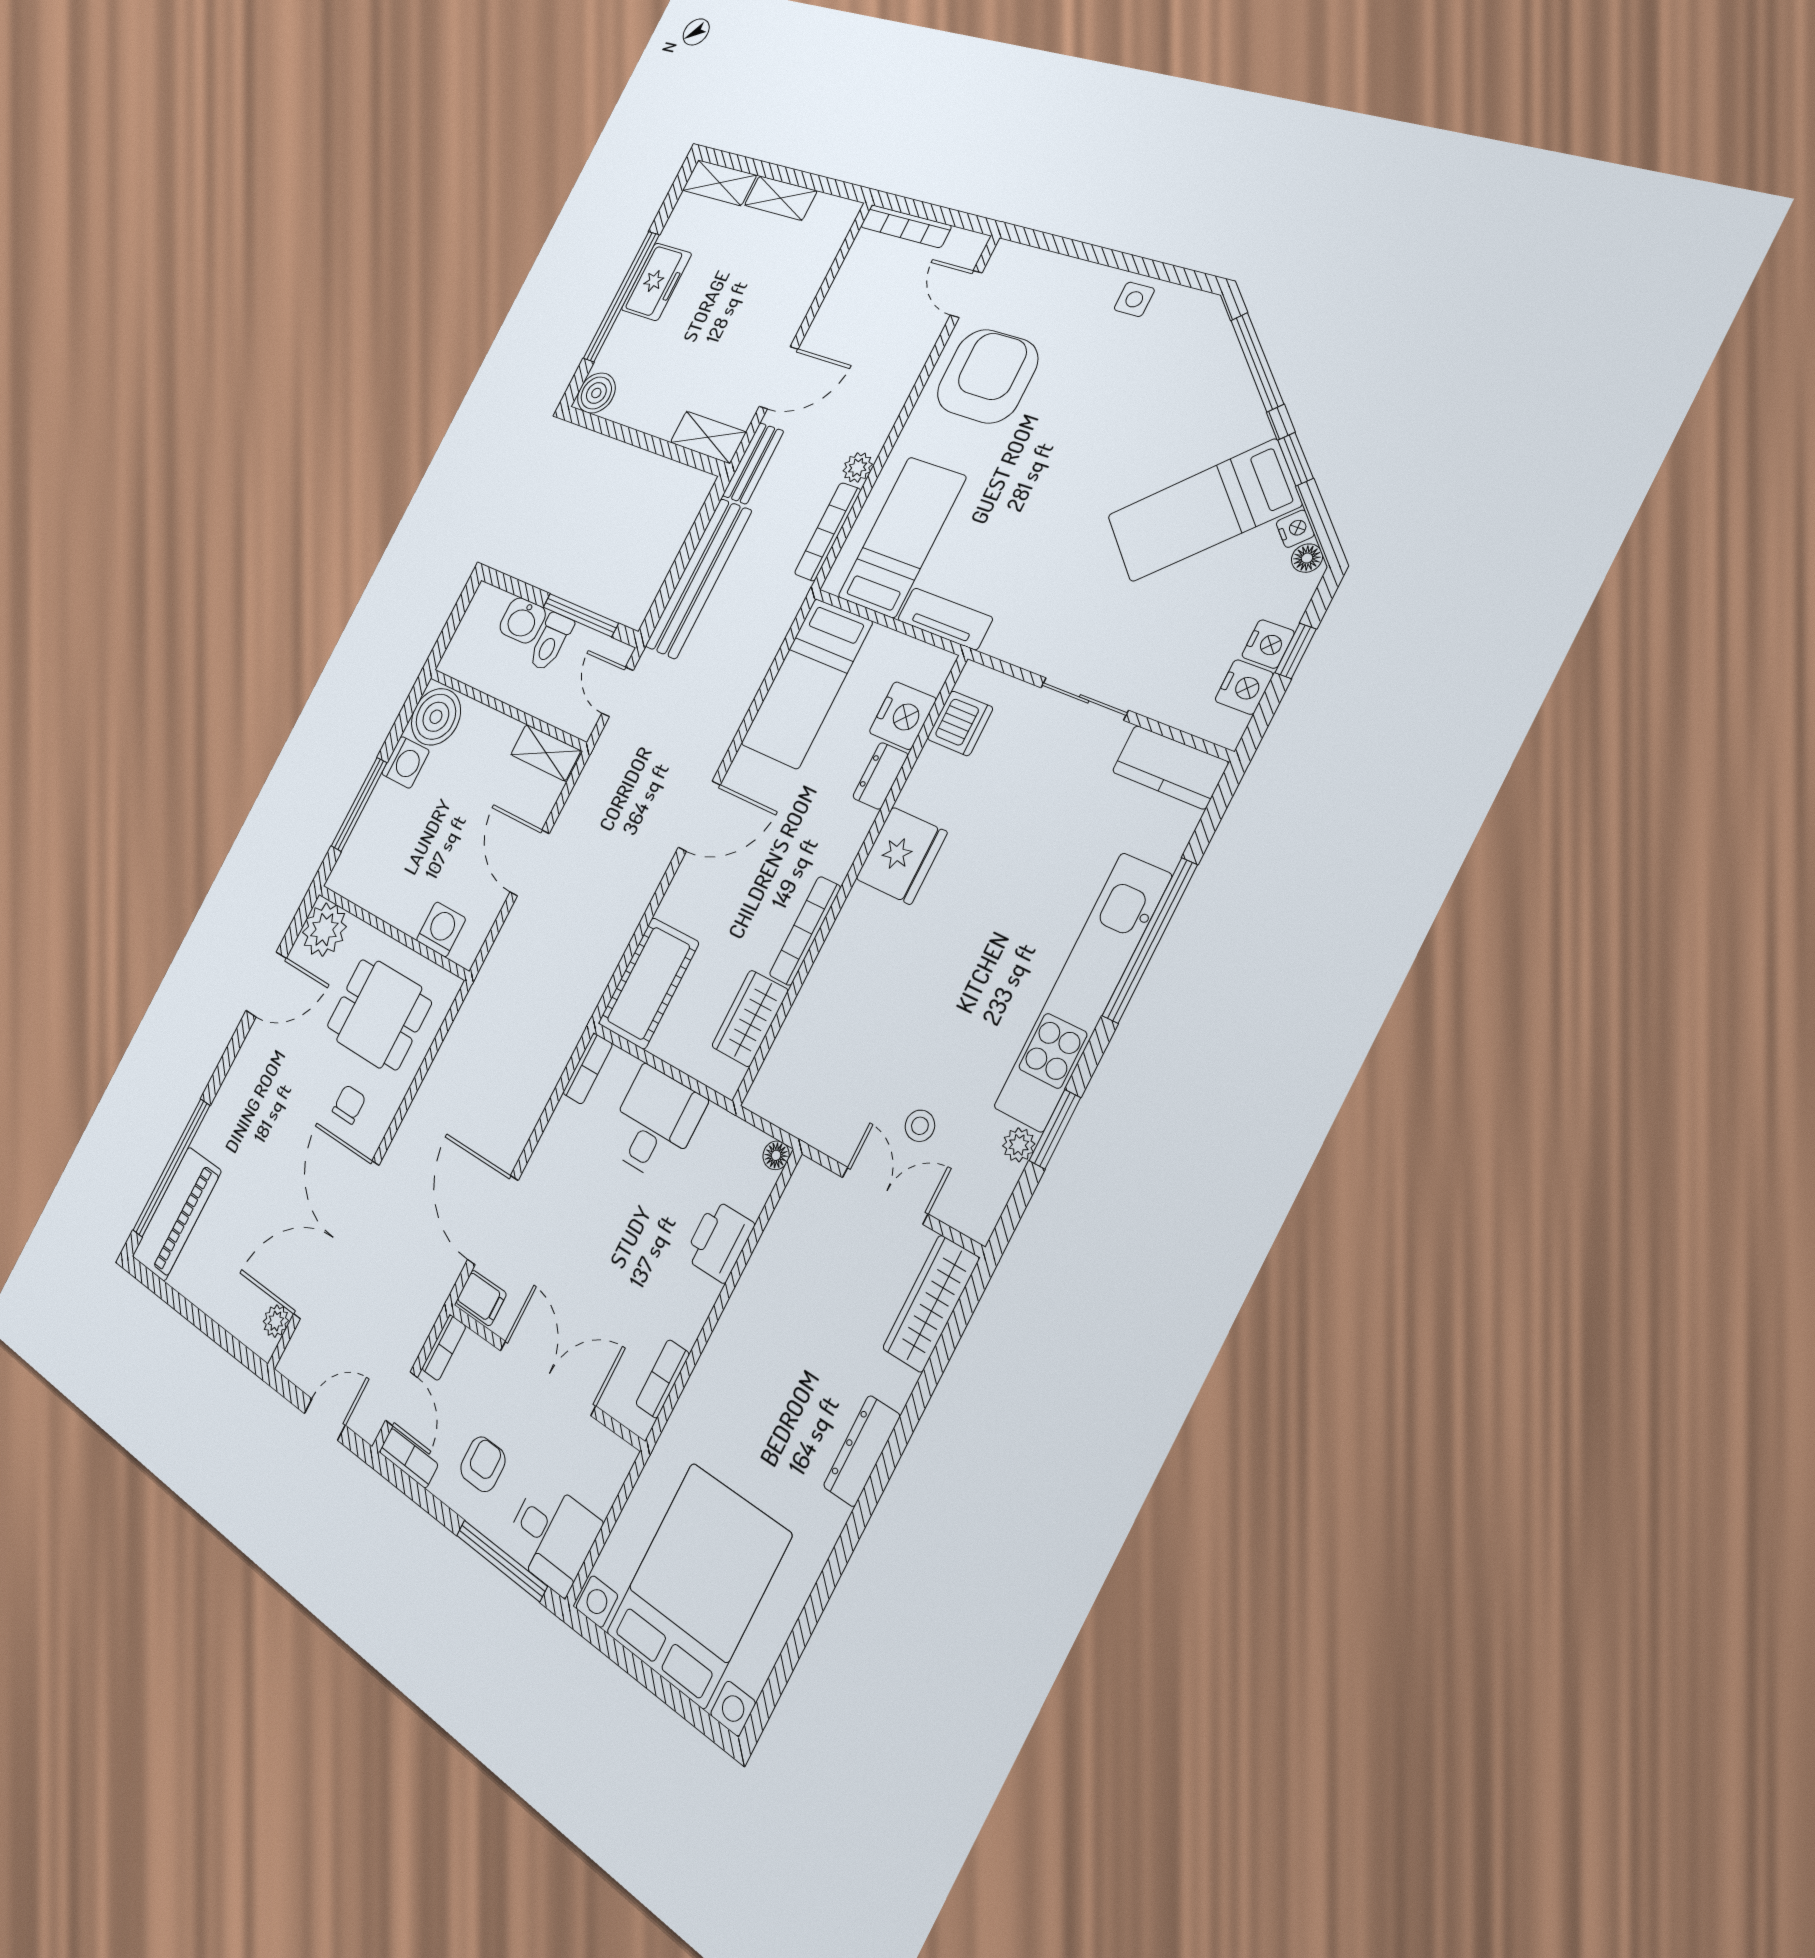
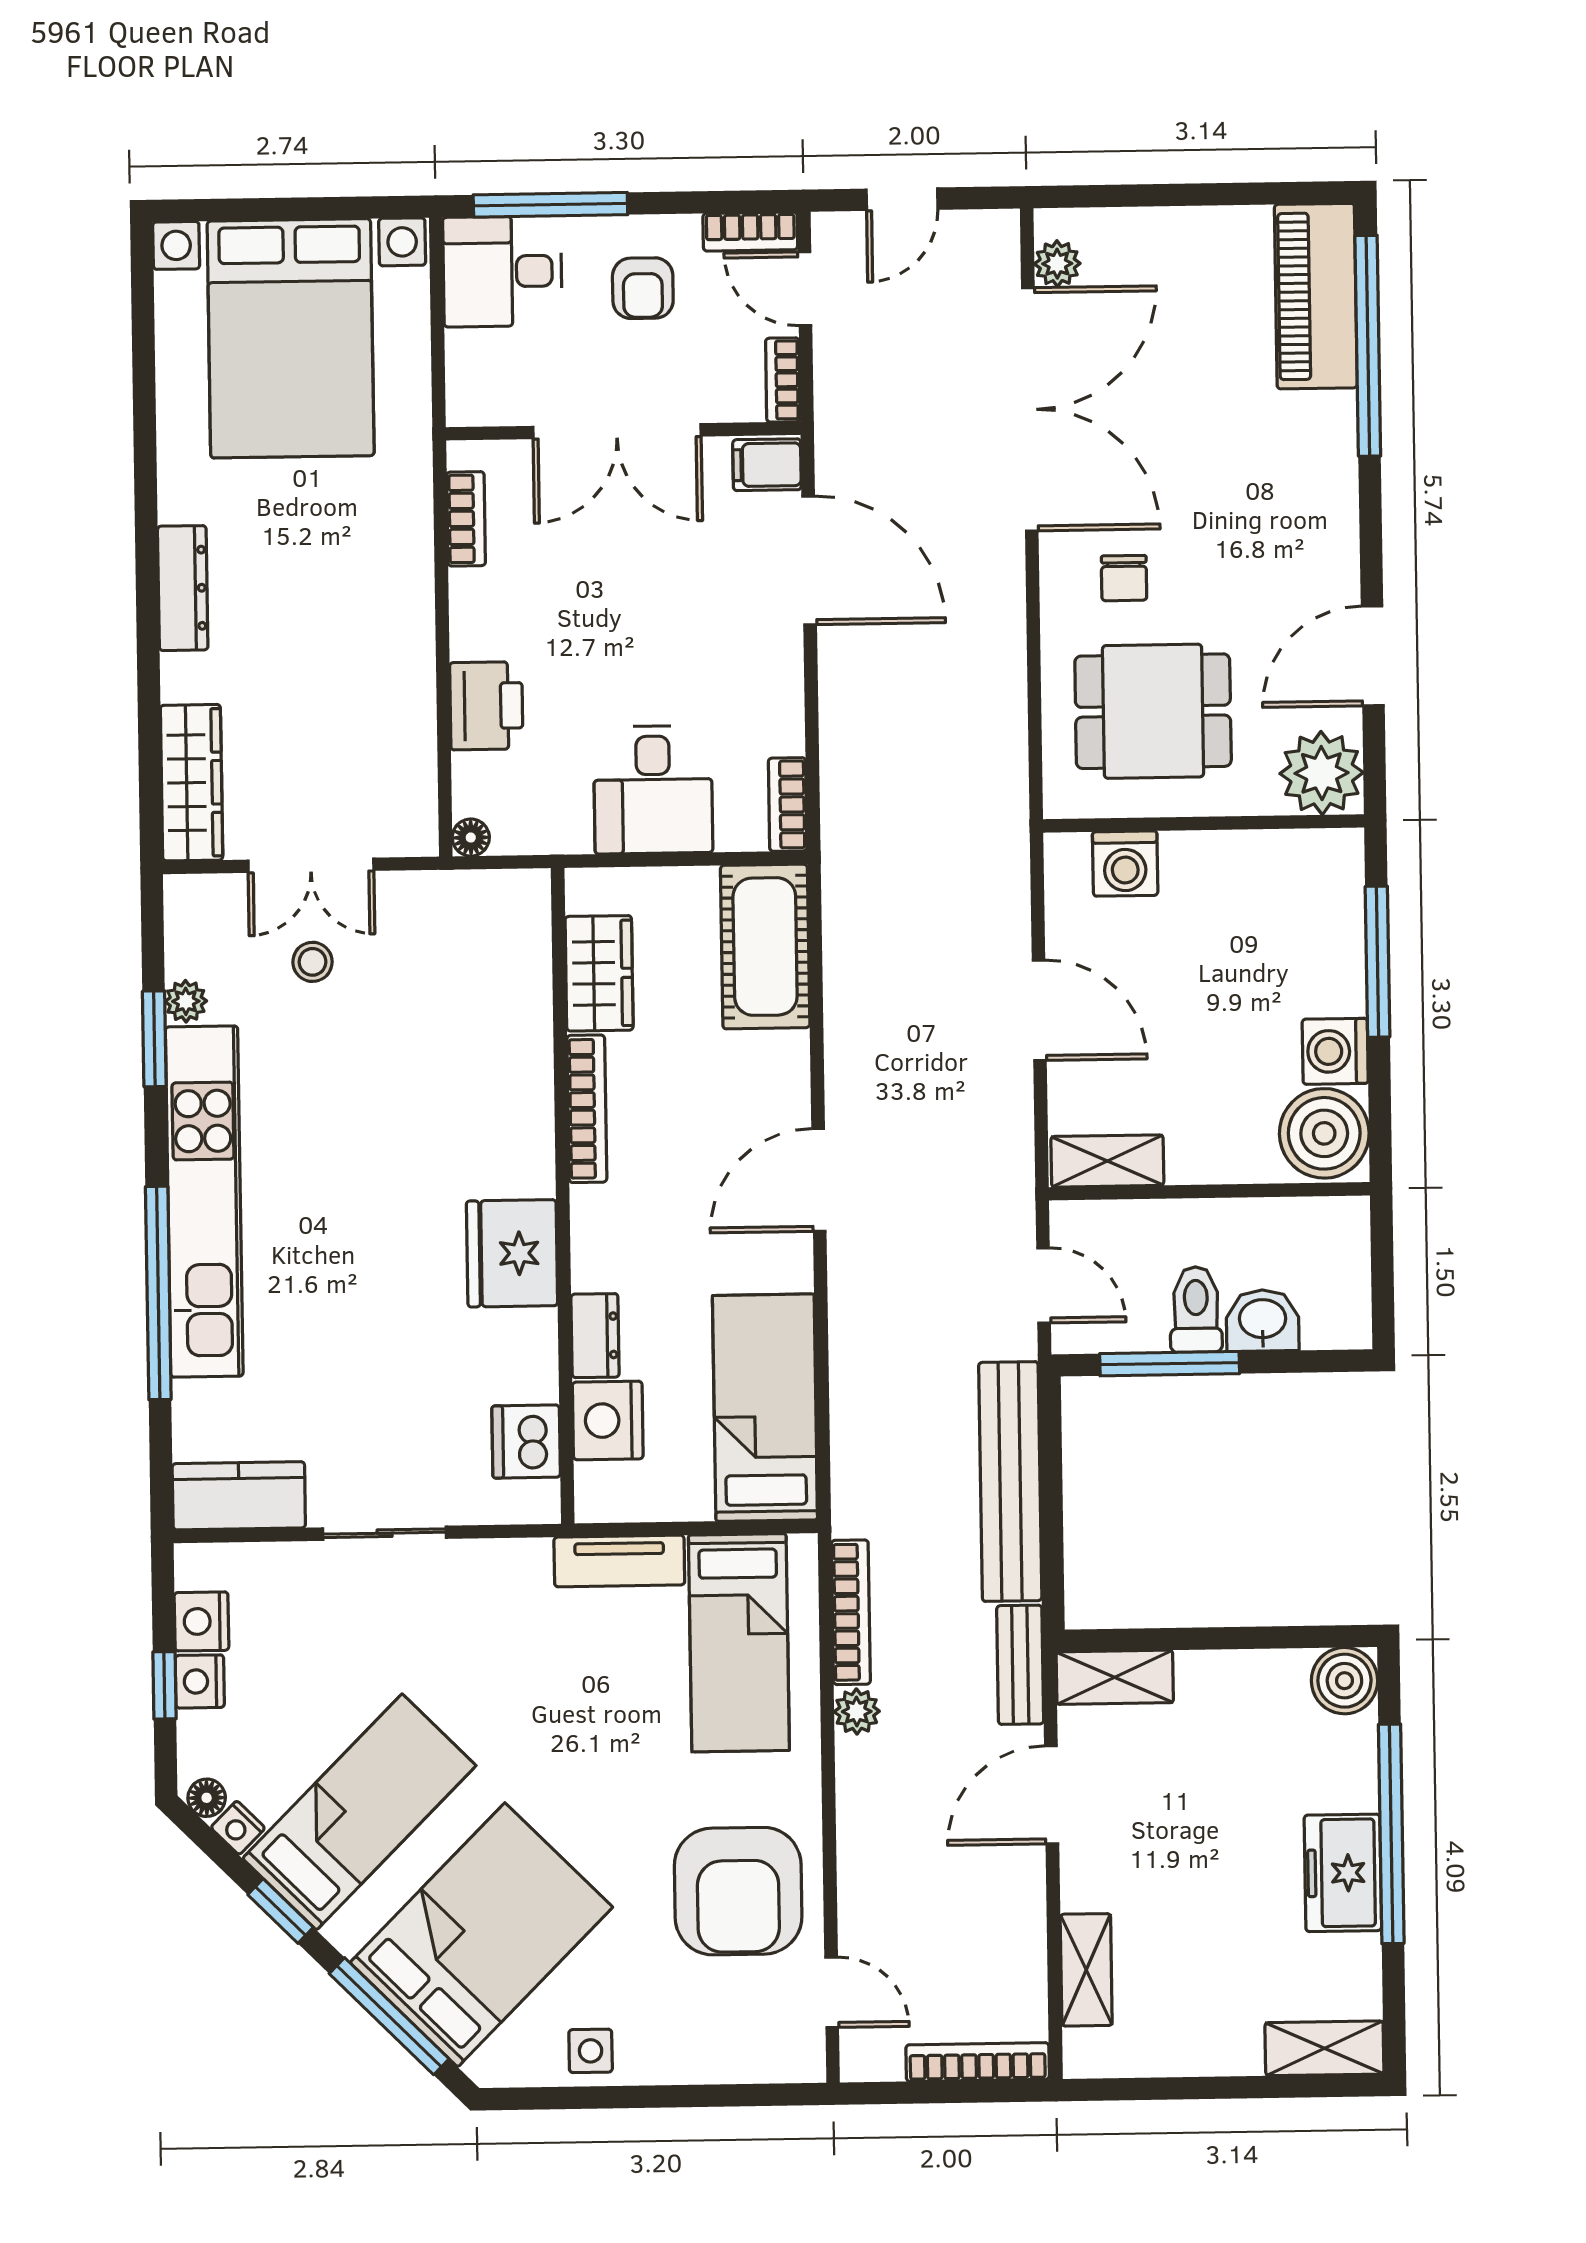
shelving: (781, 198) -> (1086, 1970), moved, turned 90
bed: (1165, 399) -> (481, 1935), added

